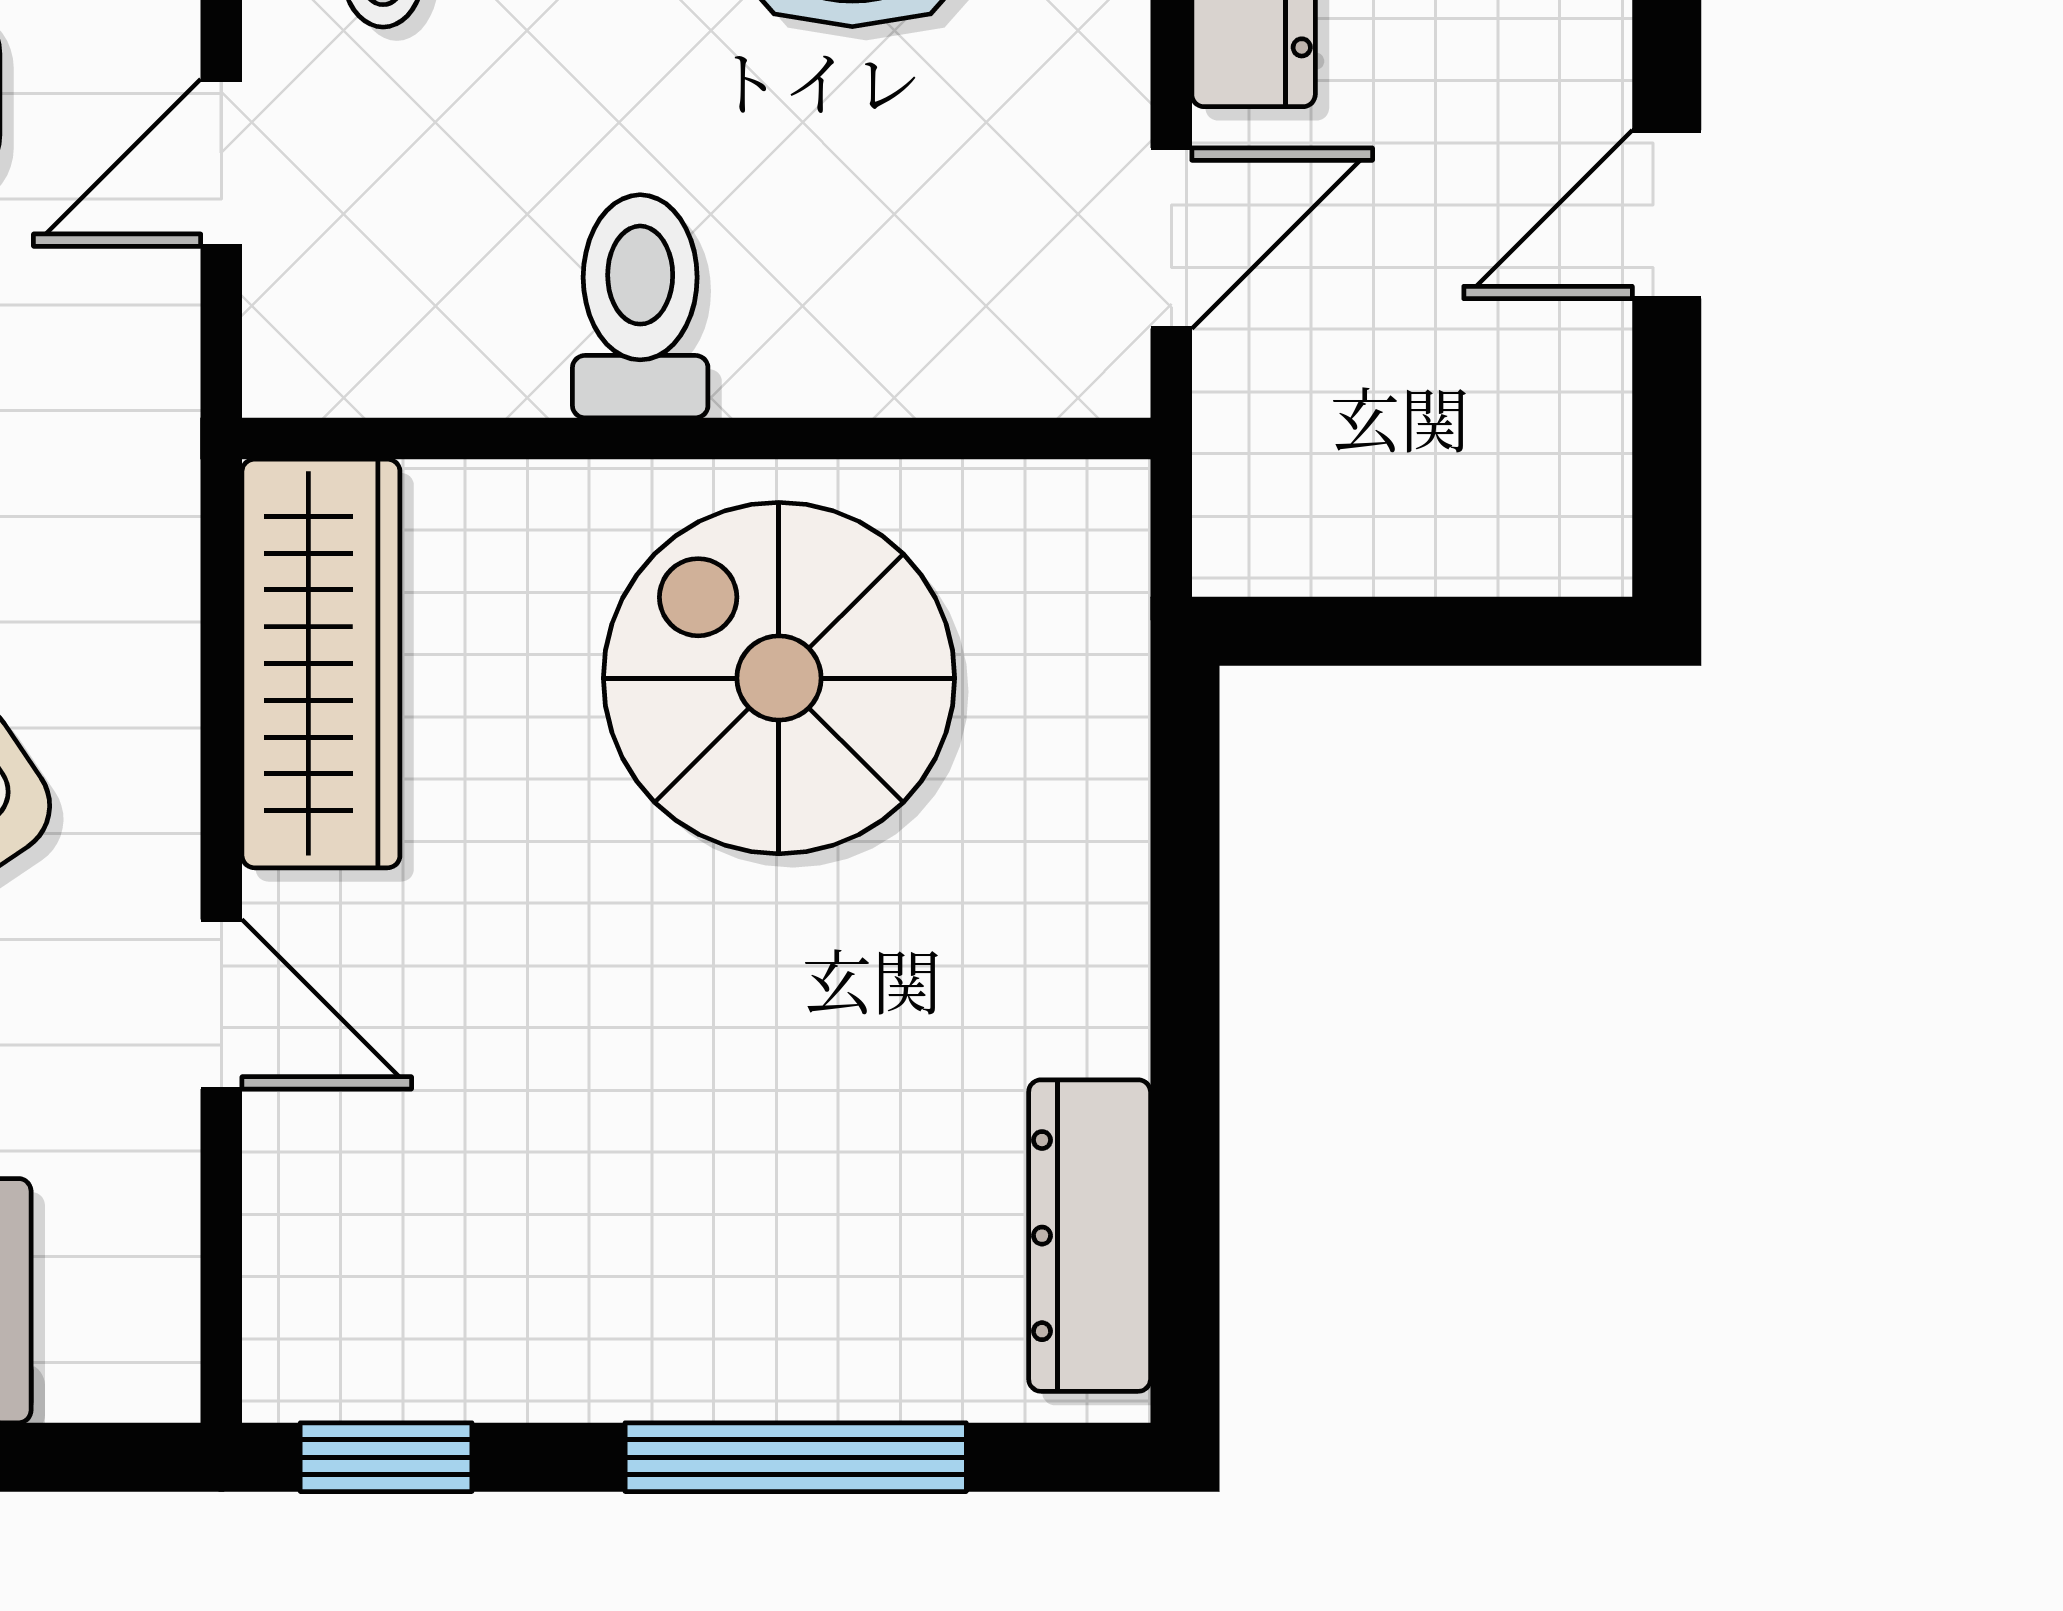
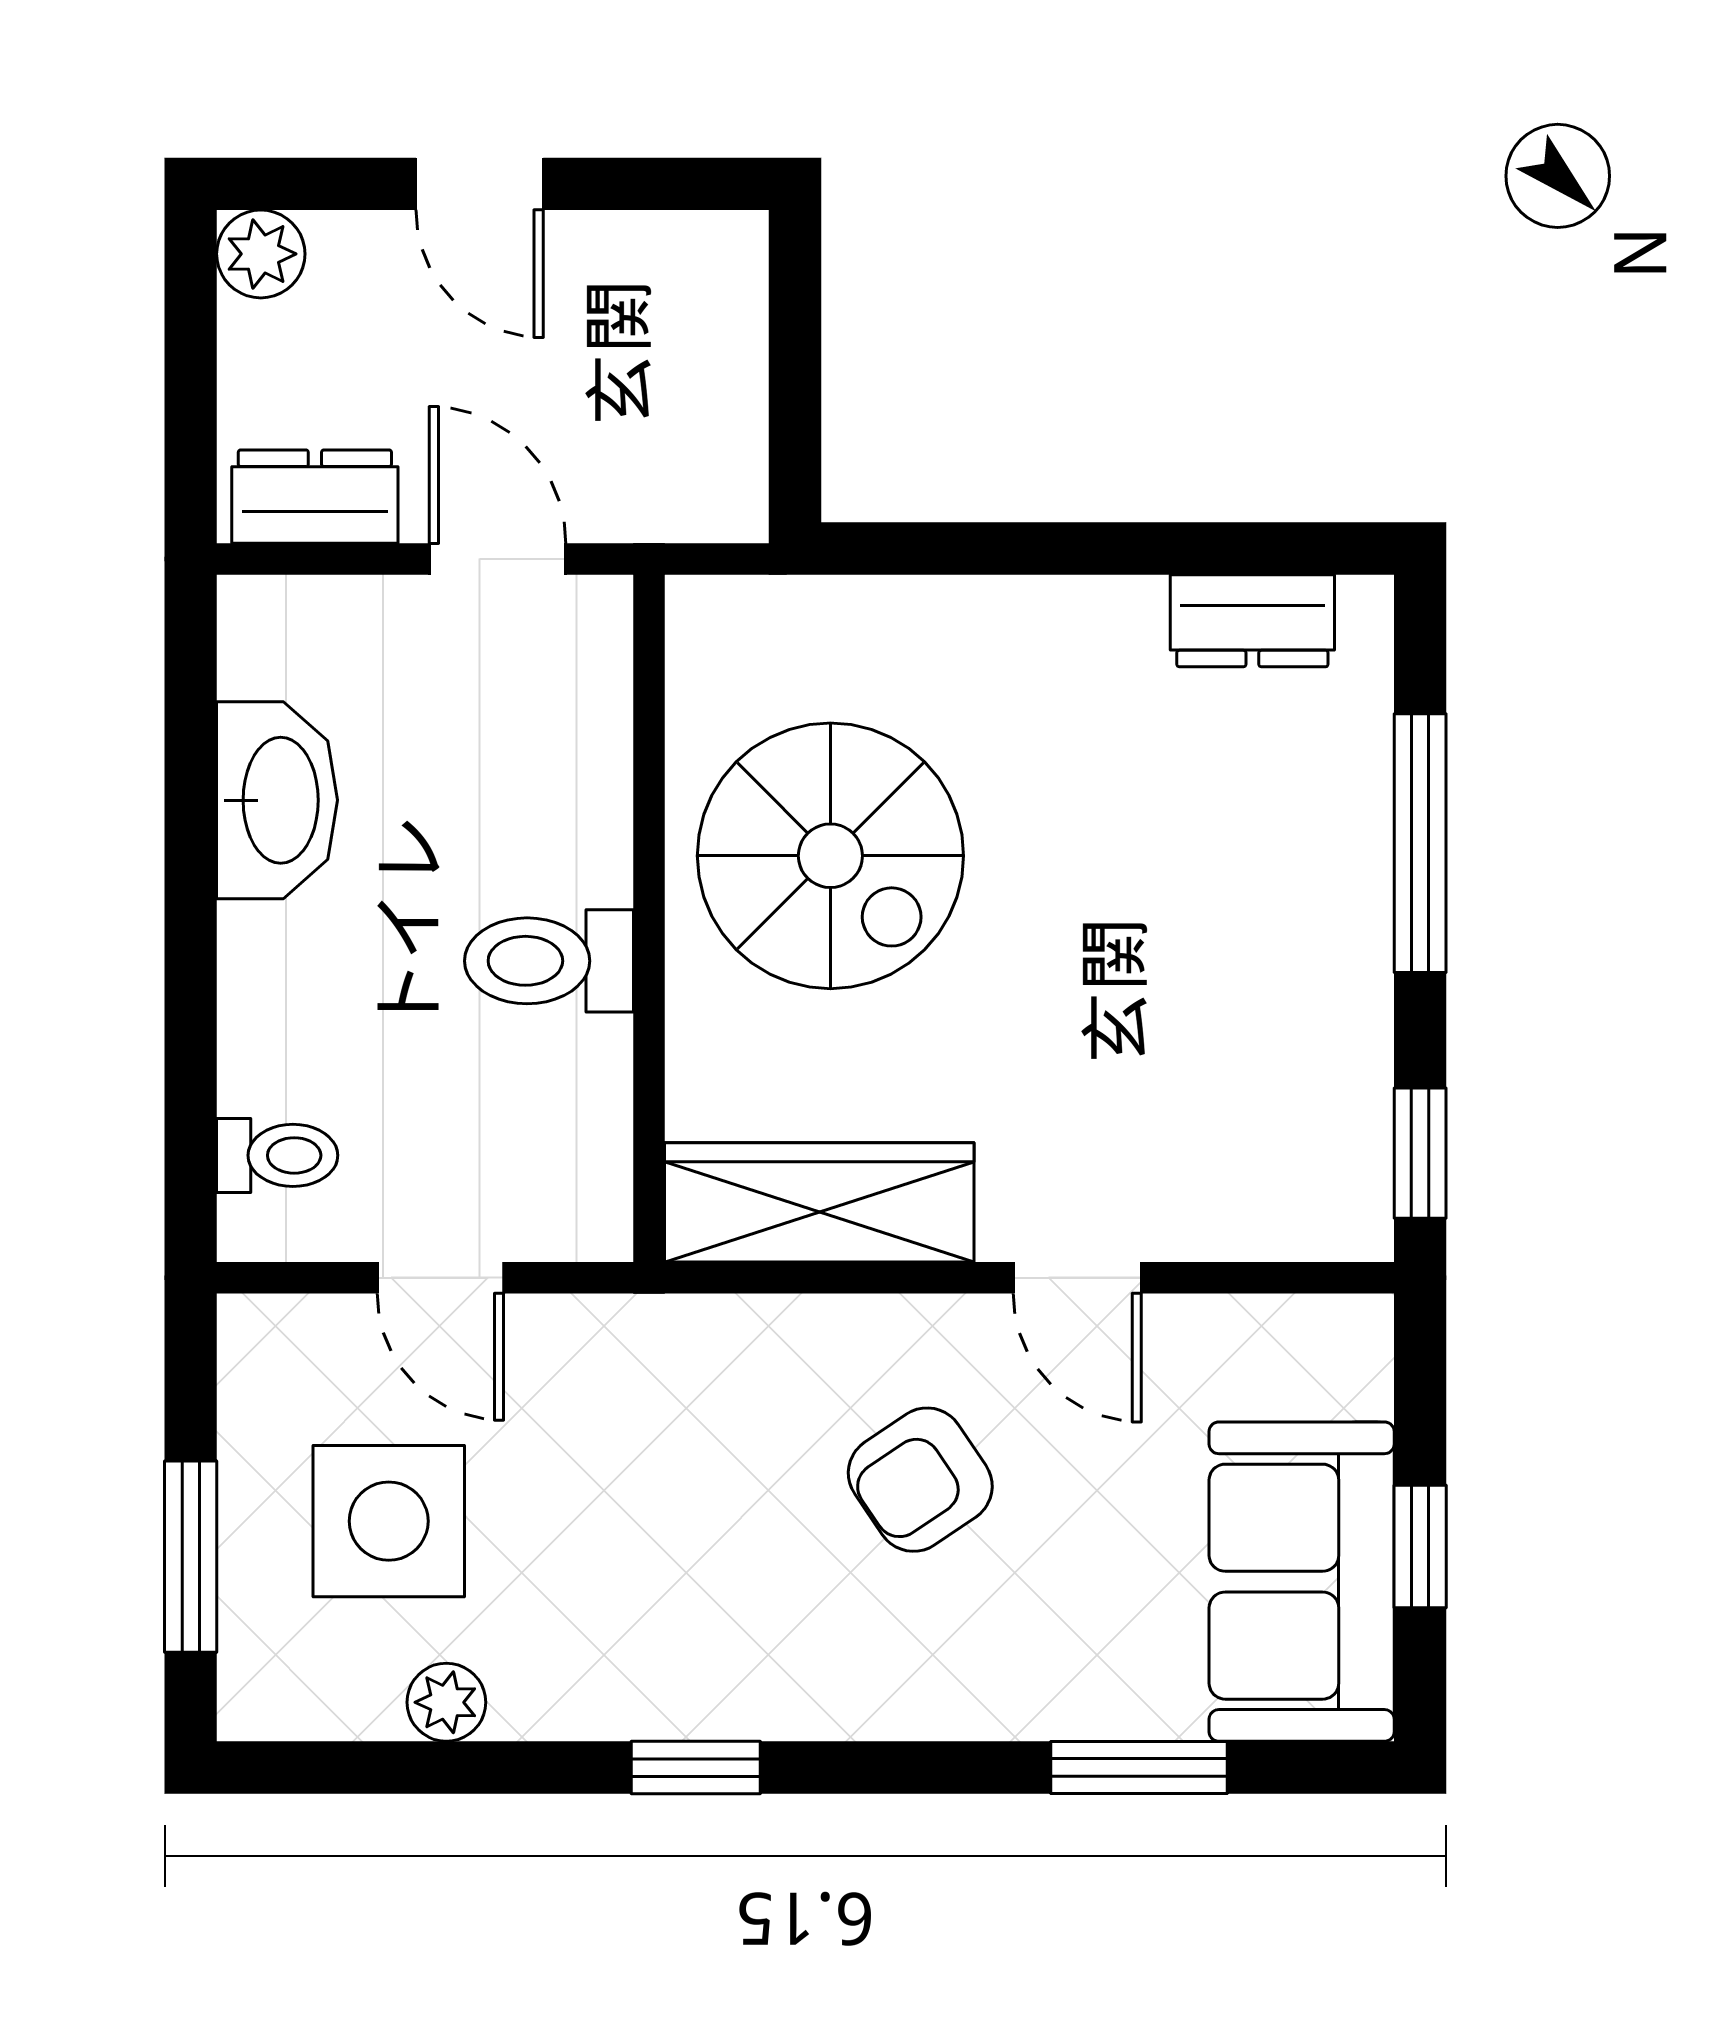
spiral stairs: (779, 678) -> (830, 856), turned -90
door: (221, 1004) -> (1077, 1278), swing flipped
dresser: (1090, 1236) -> (1252, 621), width x0.70

